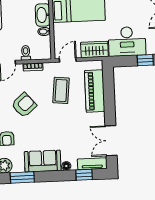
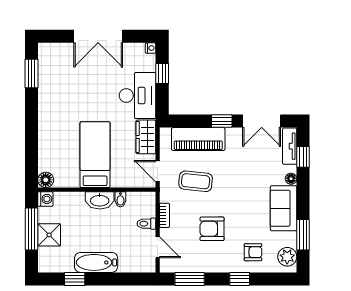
armchair: (24, 105) -> (212, 229), turned -49
window: (110, 109) -> (222, 121), added

